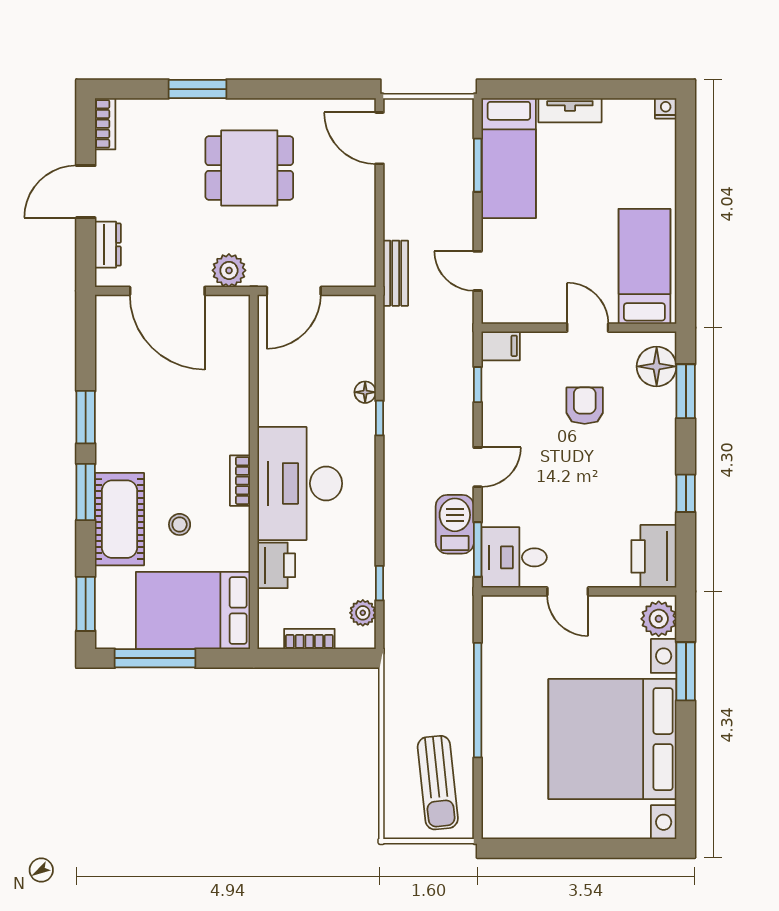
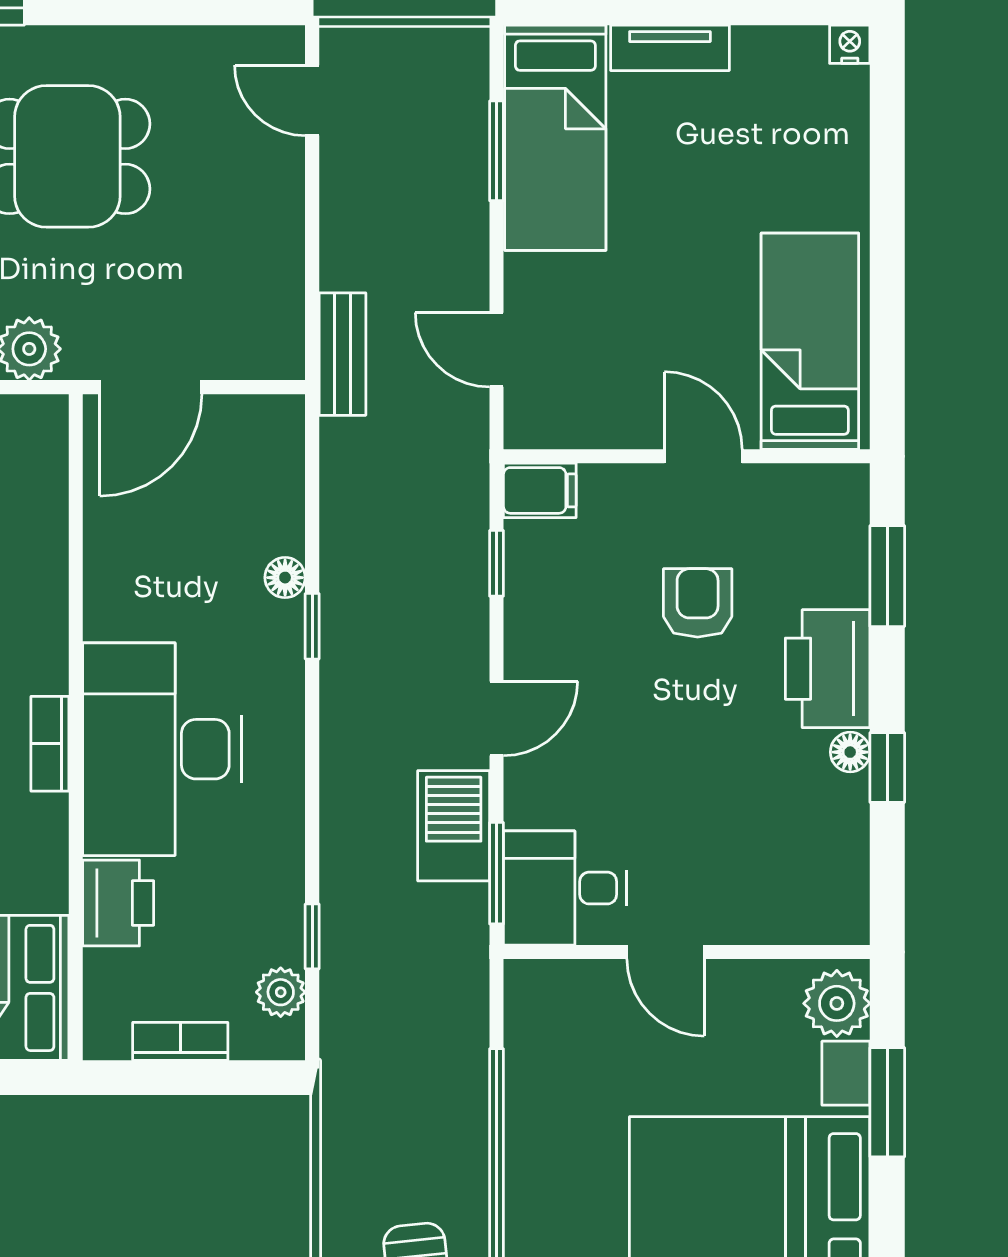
door: (380, 138) -> (312, 100), width x0.73
floor lamp: (657, 366) -> (850, 752), moved, width x0.53, depth x0.53
printer: (654, 556) -> (828, 669), moved

